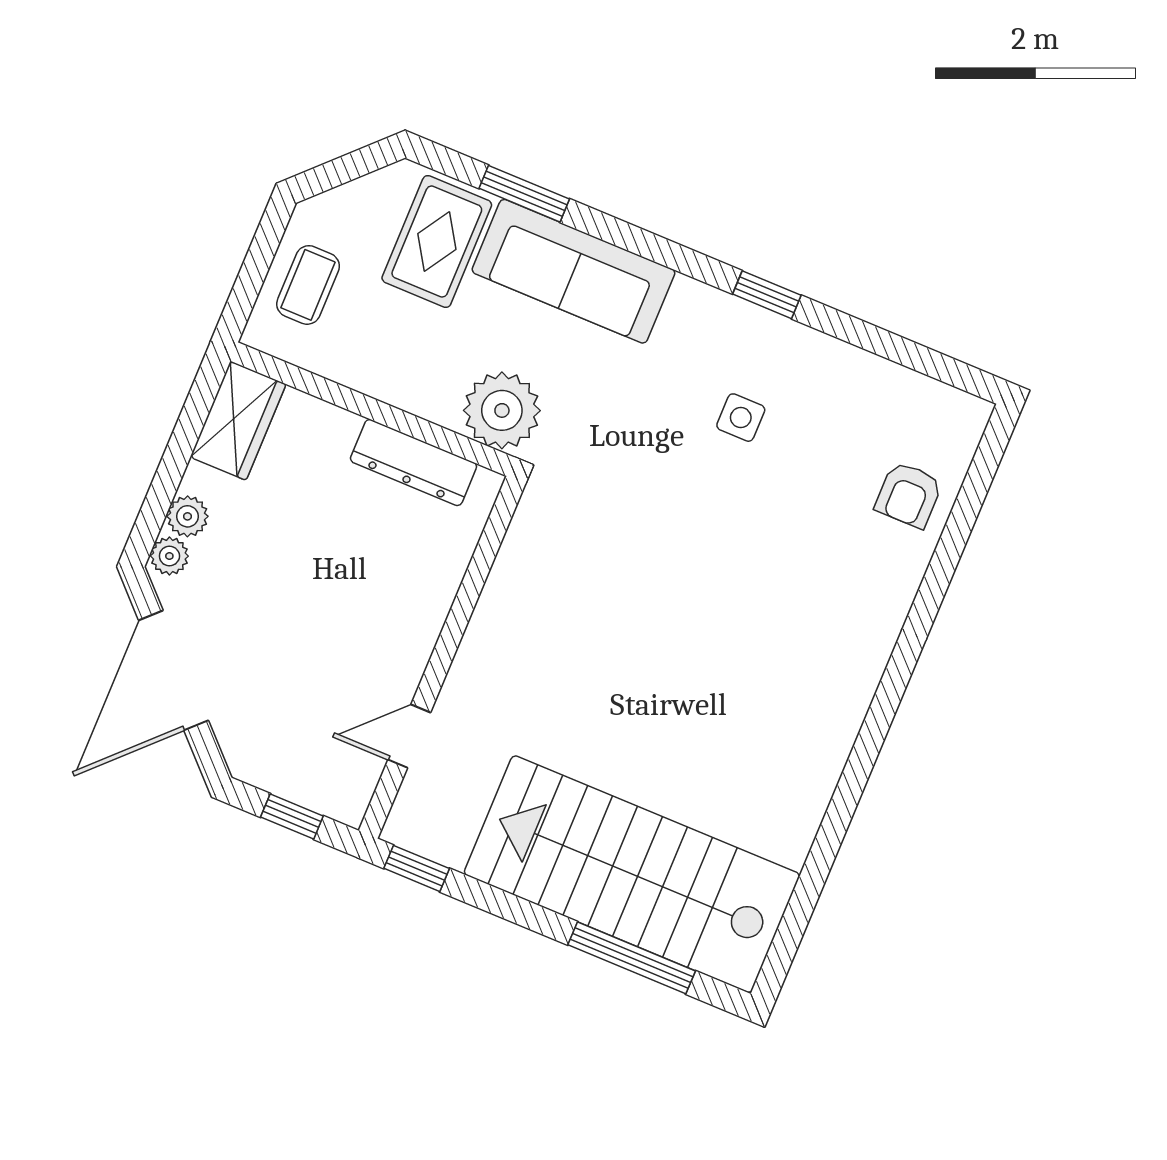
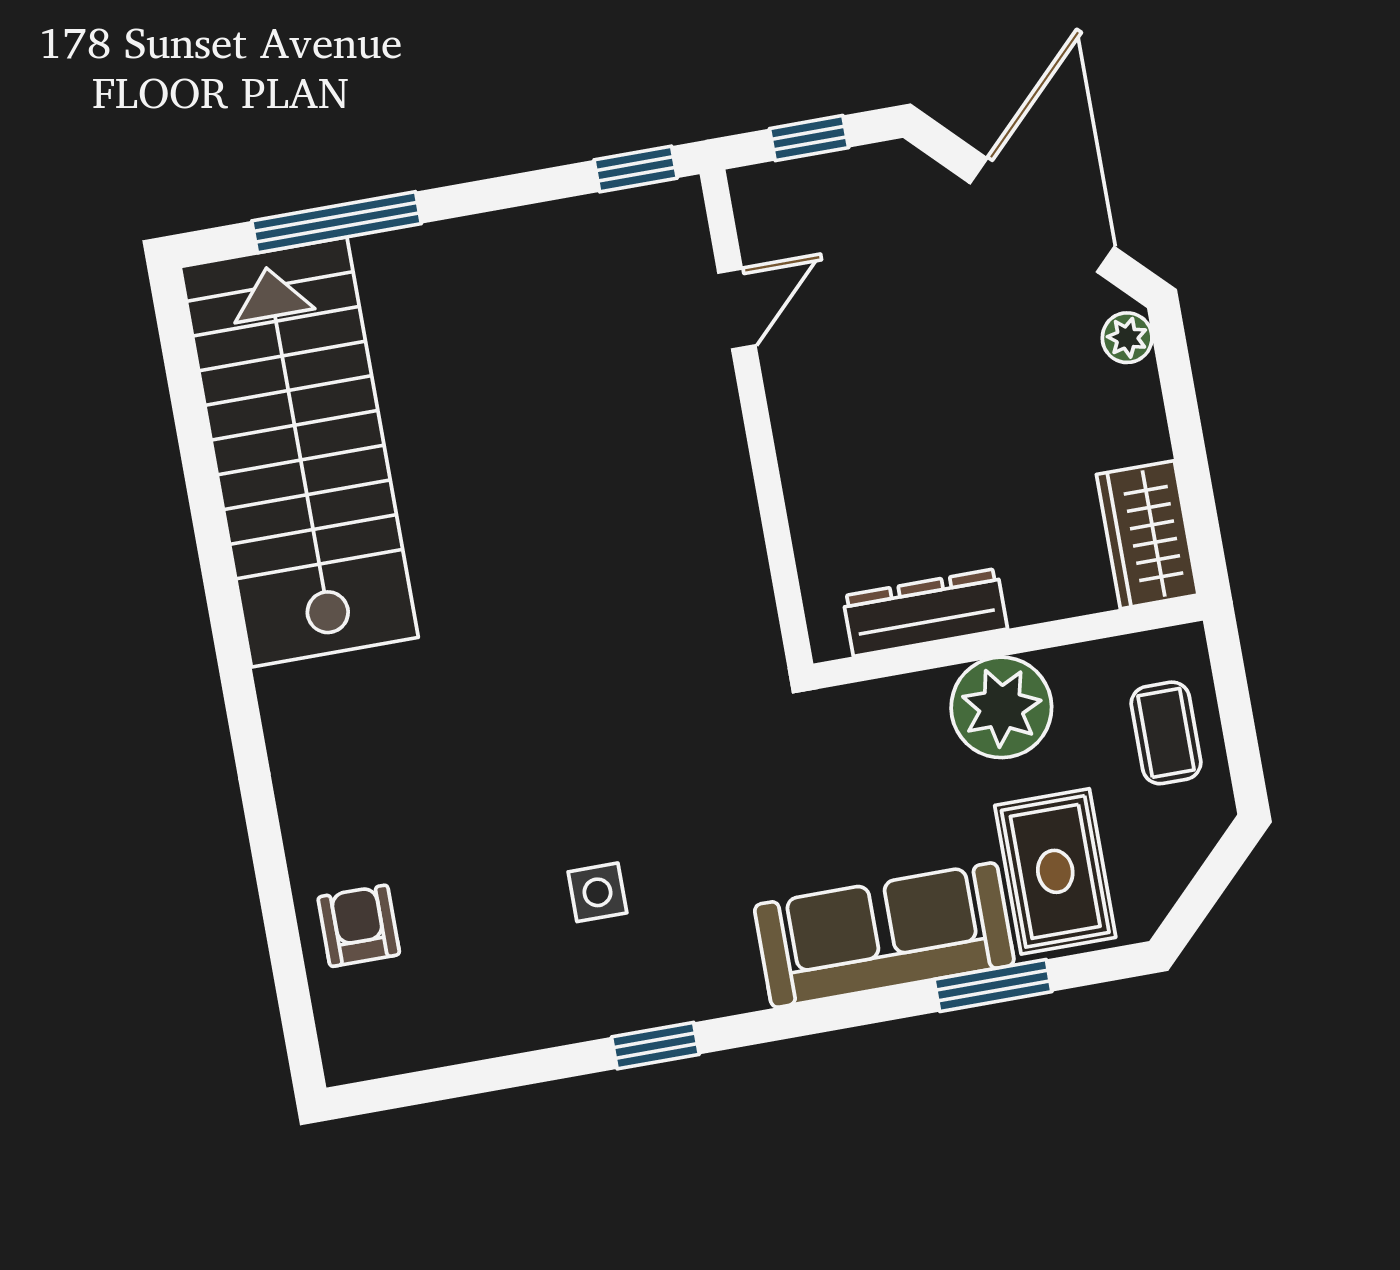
plant: (502, 410) -> (1001, 707), moved
plant: (188, 516) -> (1135, 394), removed
stairs: (632, 874) -> (299, 452), moved, turned -90

